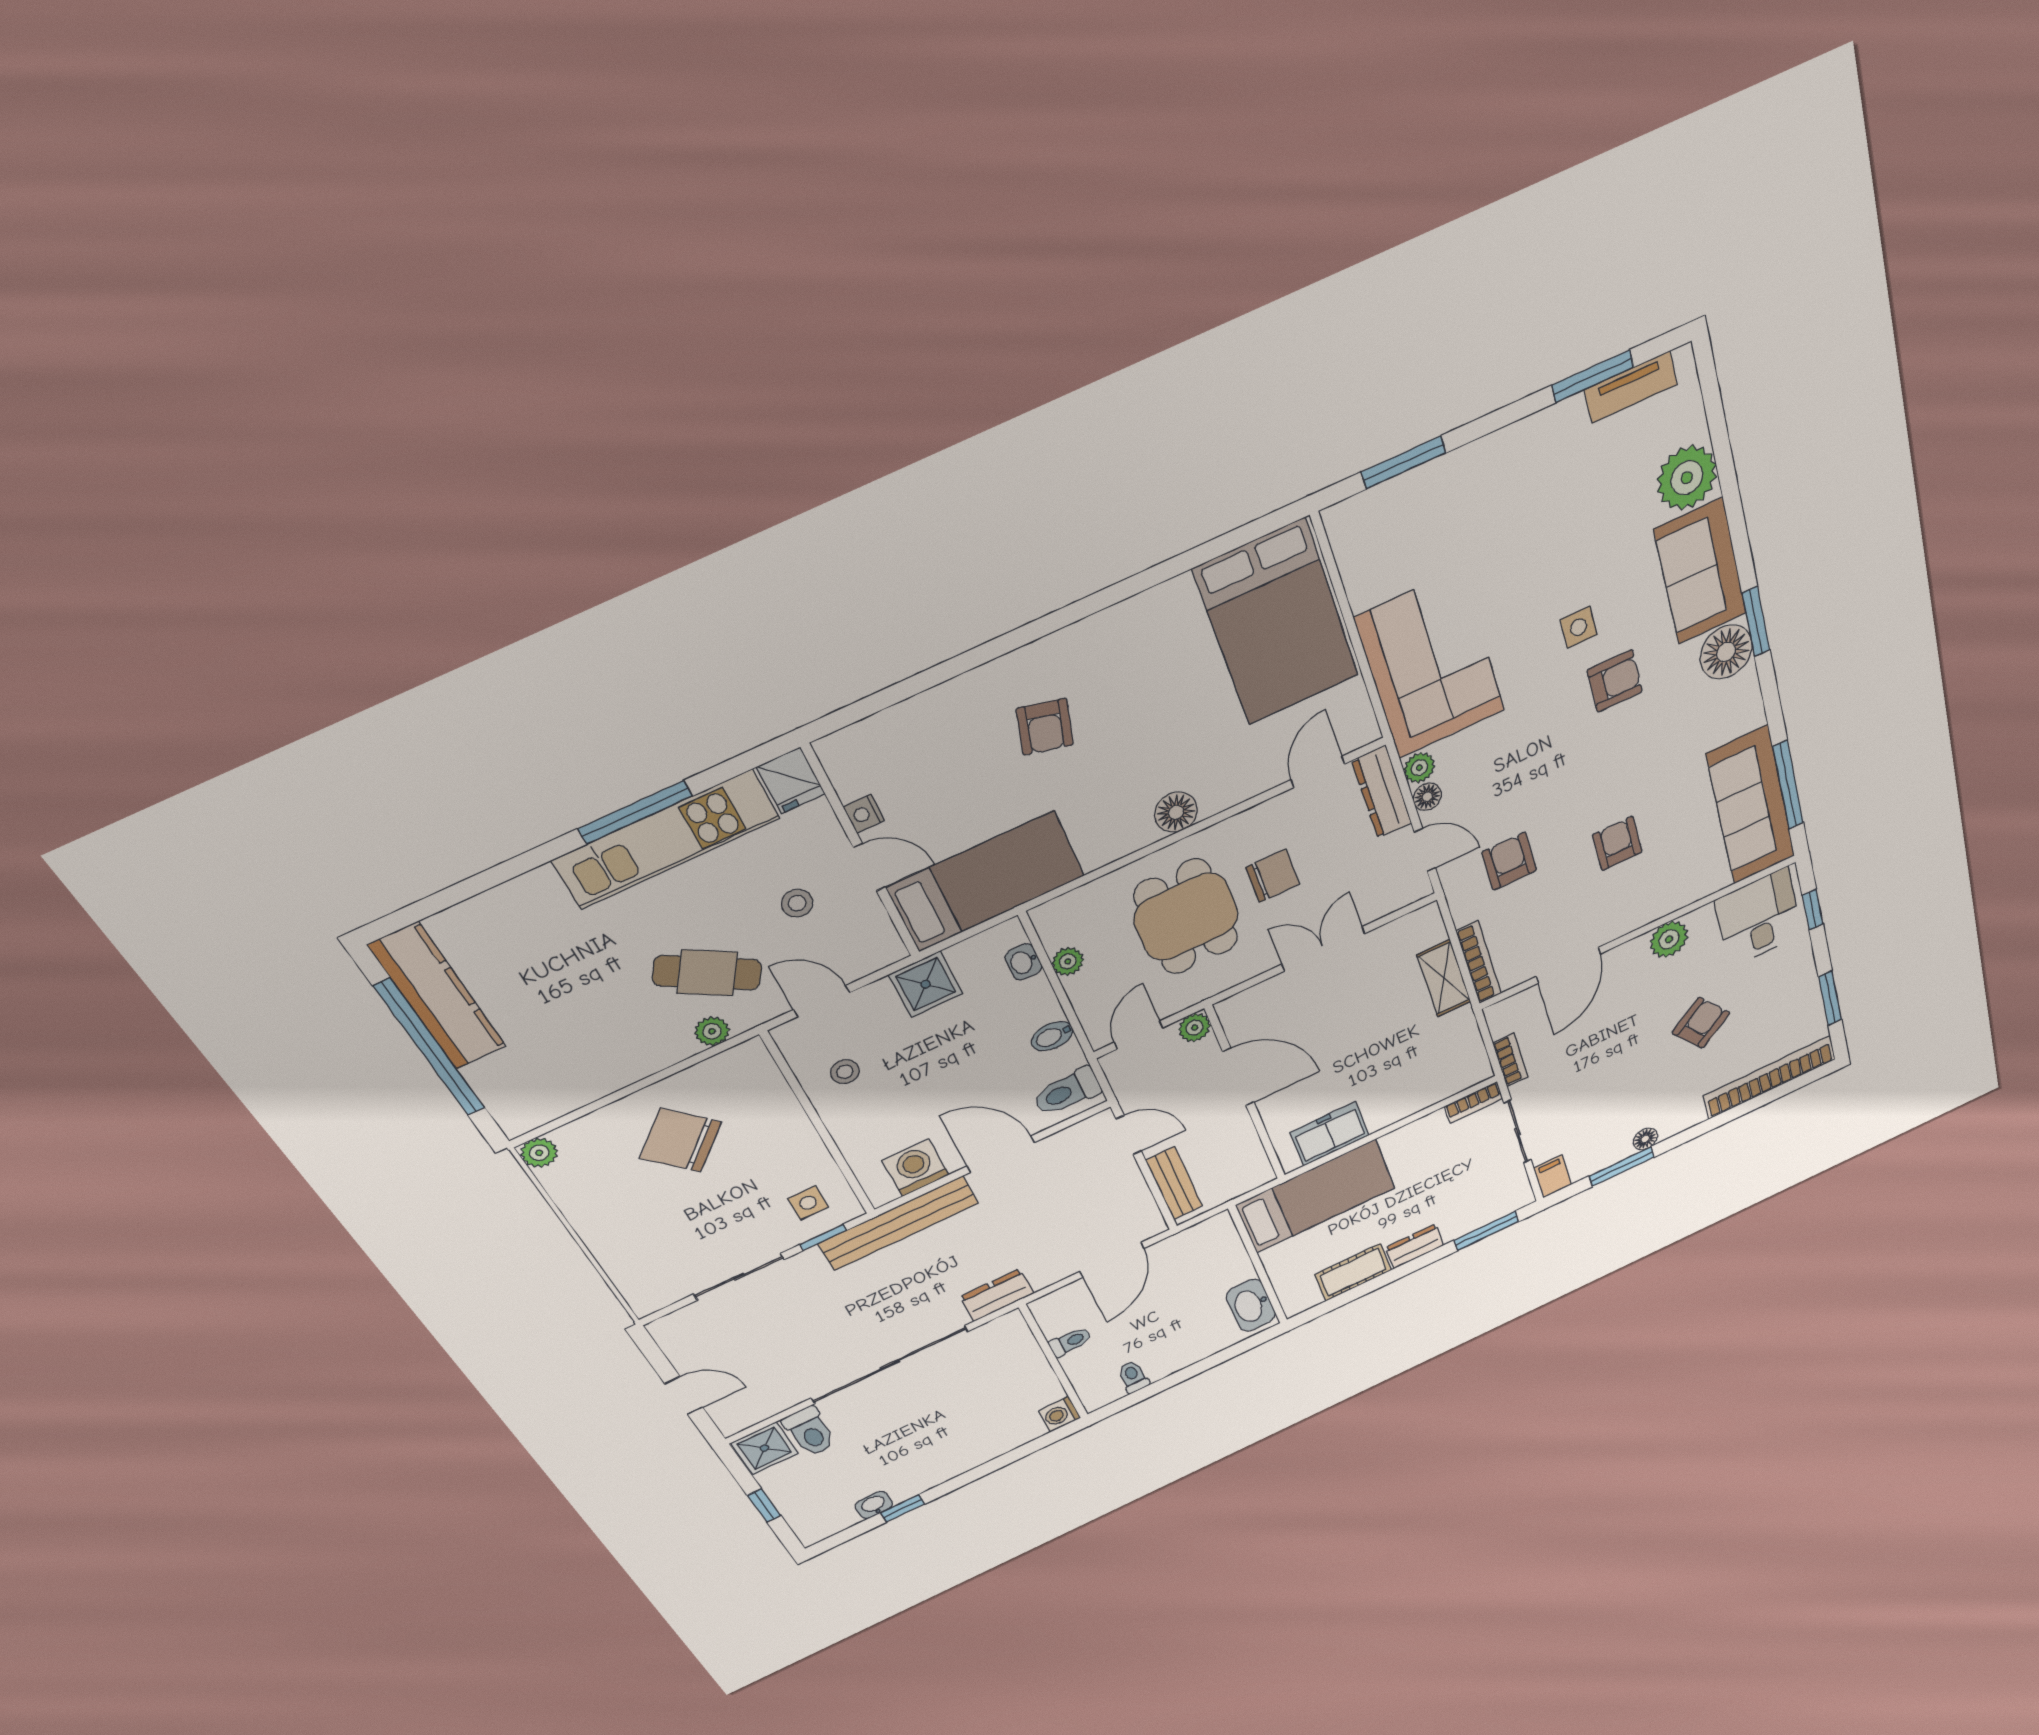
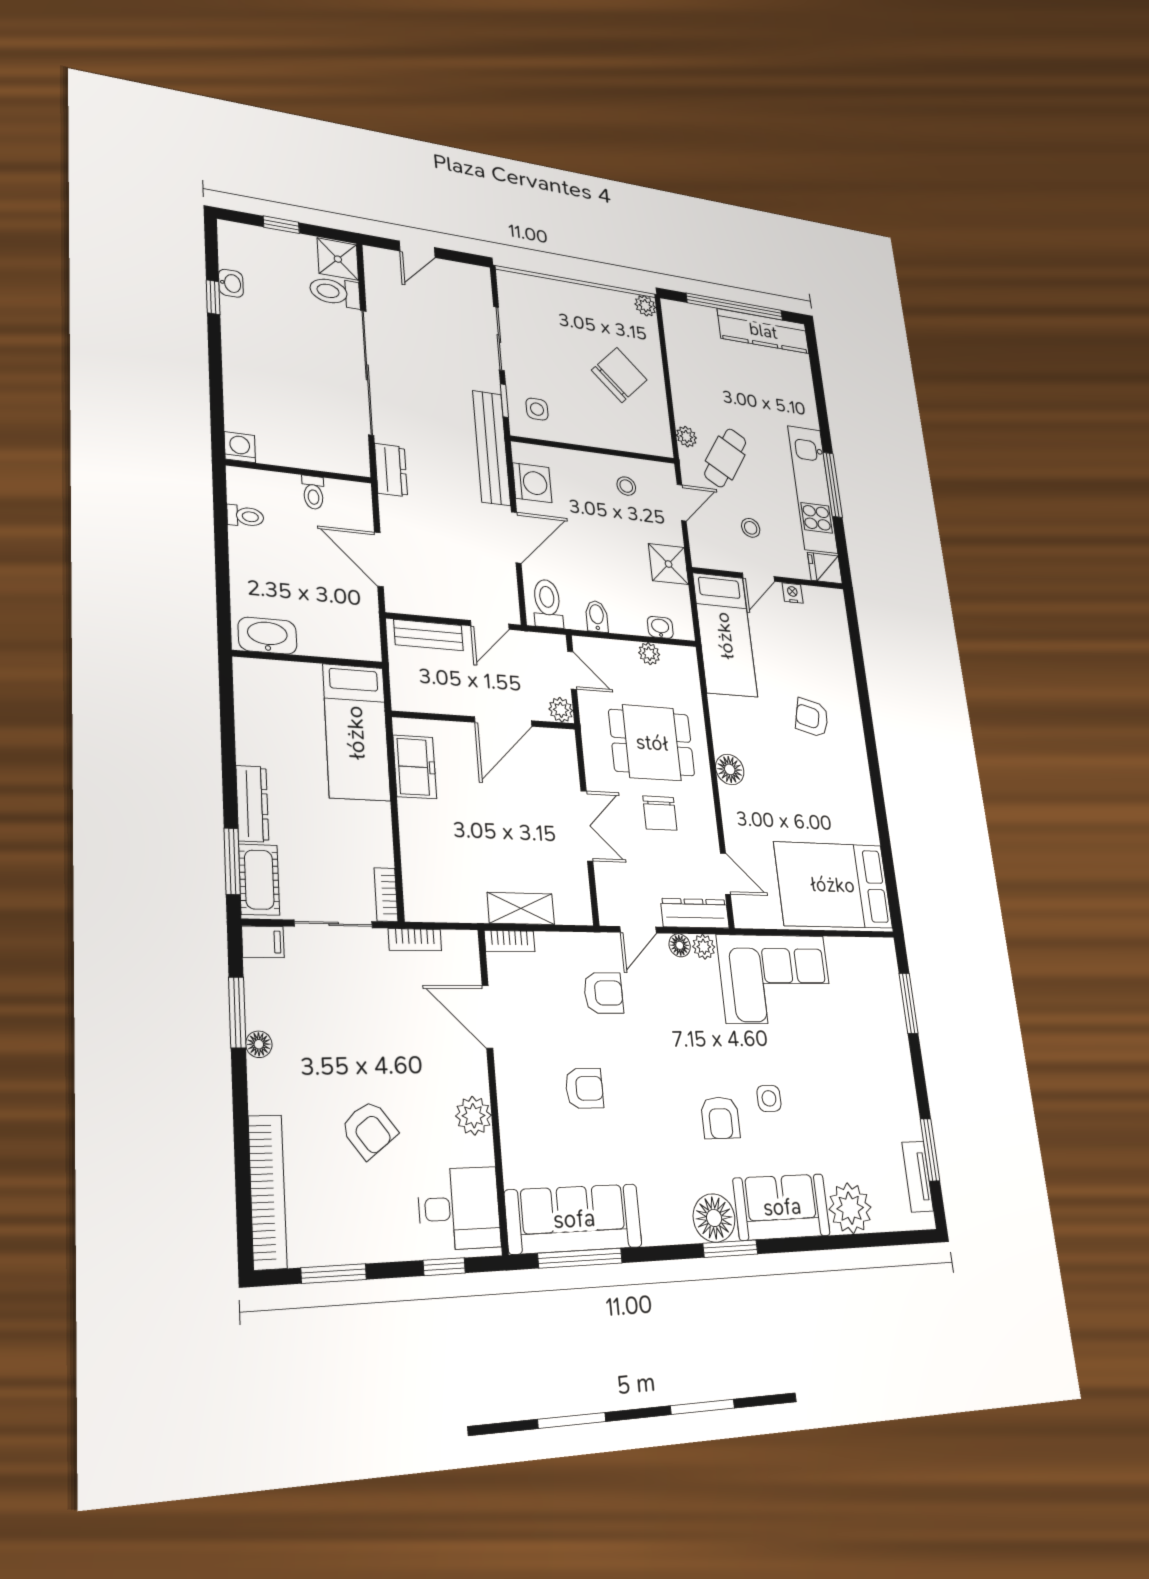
bookcase: (1479, 962) -> (510, 941), width x0.64
dresser: (1415, 1246) -> (252, 804), width x1.44
cot: (1353, 1272) -> (259, 880), moved

